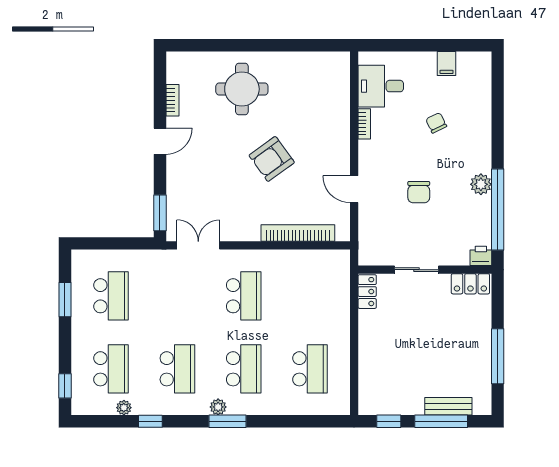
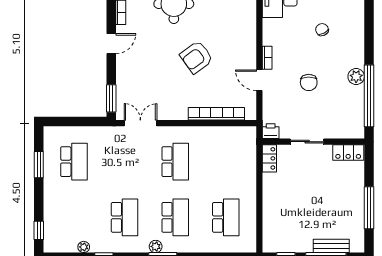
bookcase: (364, 124) -> (267, 58), moved
printer: (481, 256) -> (271, 131), moved
school desk: (111, 369) -> (74, 217), removed

